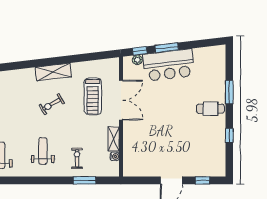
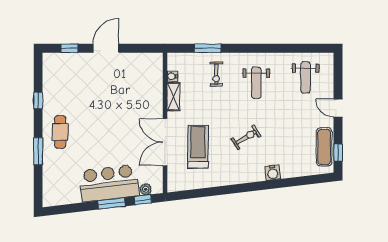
shelving: (53, 72) -> (244, 175), removed
water cooler: (29, 74) -> (273, 173), added
cafe table: (210, 109) -> (60, 132), turned 90

